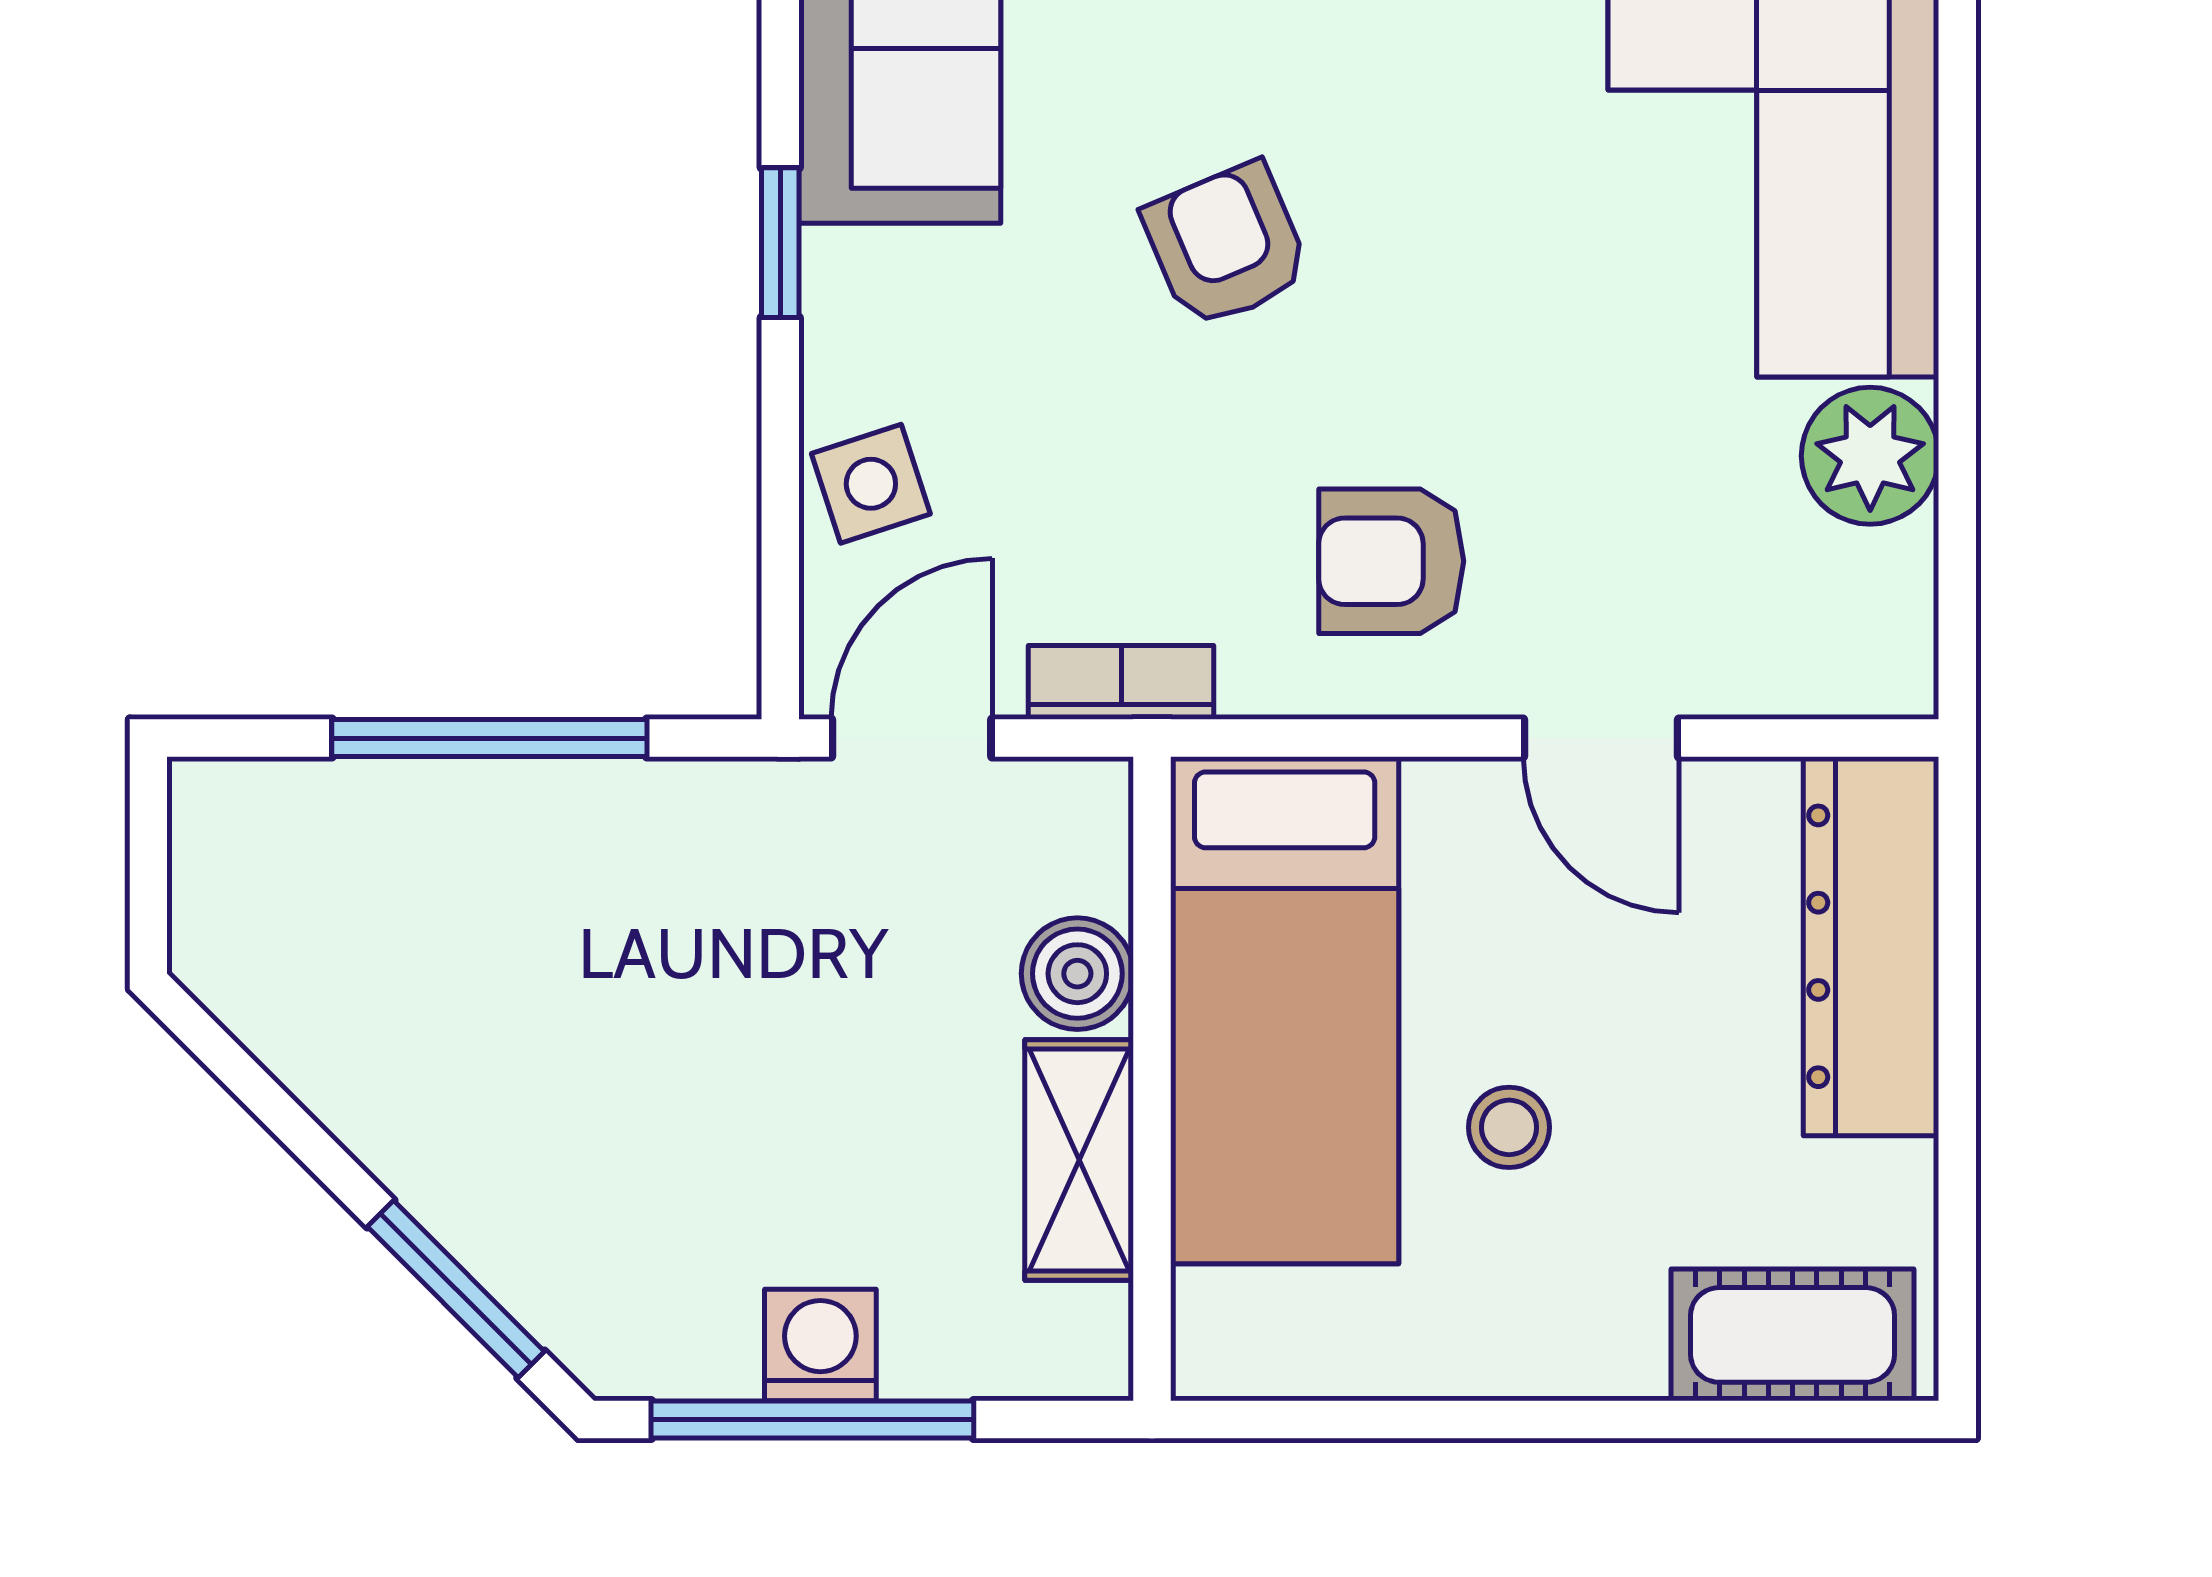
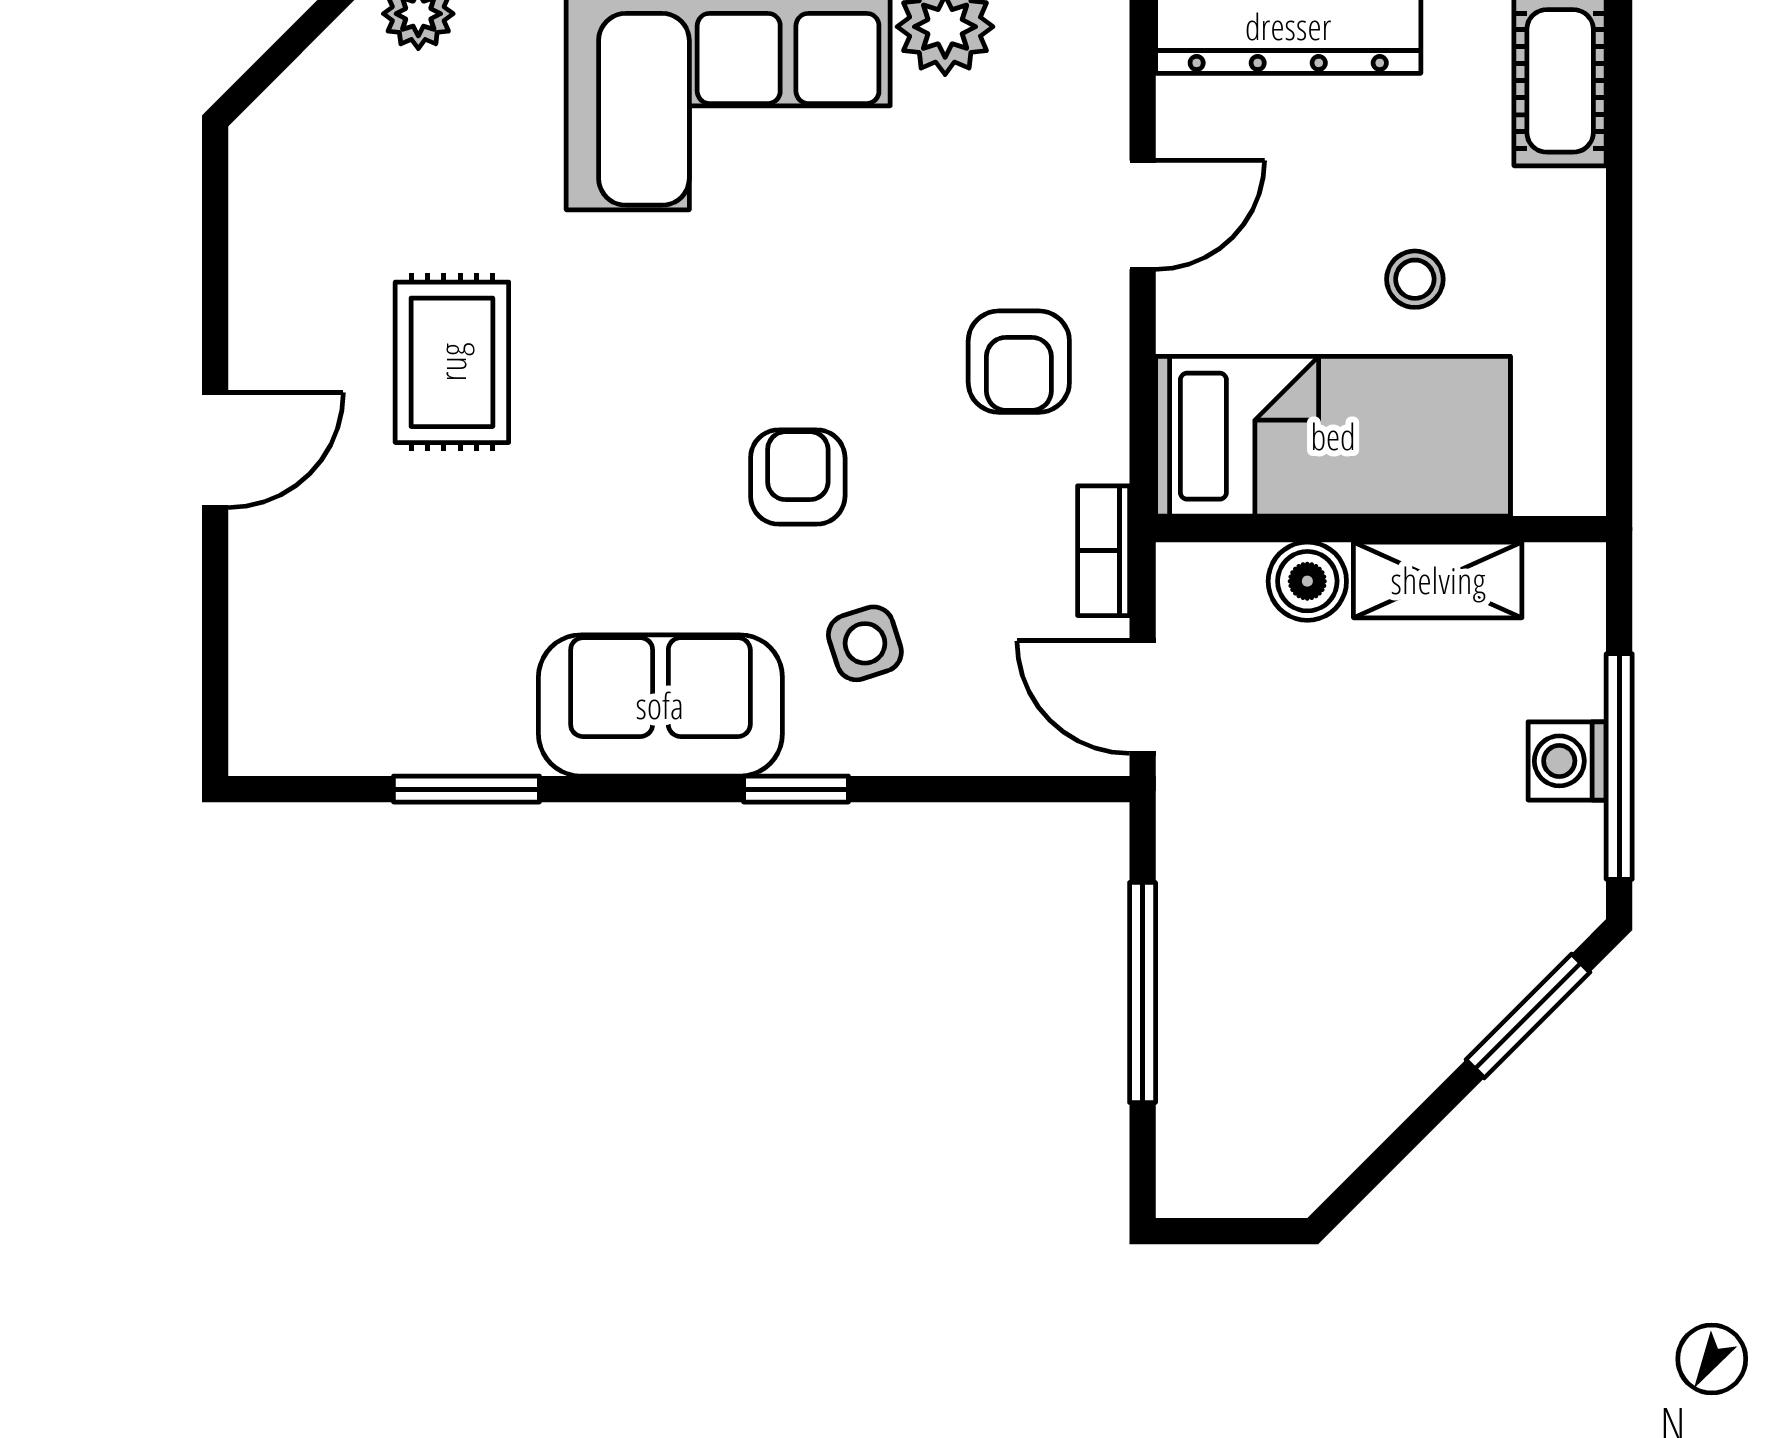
armchair: (1226, 245) -> (798, 477), turned 113
side table: (871, 484) -> (865, 643), moved

